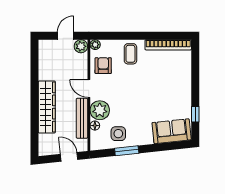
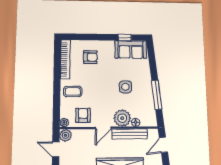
armchair: (103, 66) -> (83, 115), turned 90
armchair: (171, 74) -> (90, 57), added
sofa: (172, 131) -> (131, 50), moved, turned -84
side table: (118, 134) -> (125, 87), moved
window: (127, 151) -> (157, 95), width x1.44

